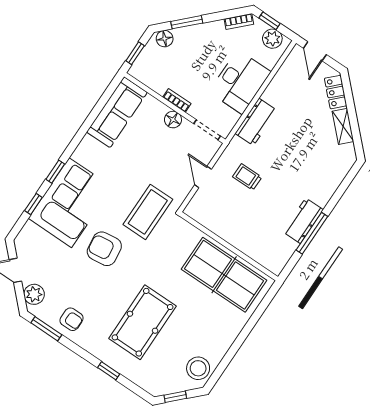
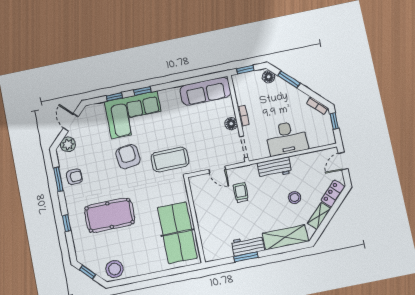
plant: (272, 39) -> (326, 132), removed
stool: (303, 132) -> (295, 198), added
door: (203, 177) -> (217, 170), swing flipped
shelving: (331, 178) -> (285, 237), added
window: (312, 233) -> (246, 257), width x0.69
armchair: (72, 319) -> (74, 177), turned -91
window: (46, 329) -> (58, 179), moved

